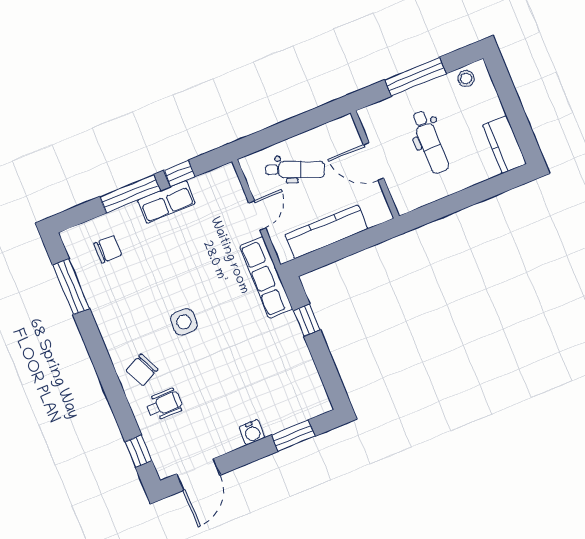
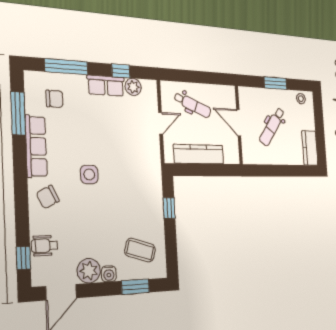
window: (415, 77) -> (275, 83), width x0.69
dental chair: (430, 142) -> (272, 127), turned 36
plant: (203, 186) -> (133, 87), added
window: (130, 194) -> (66, 67), moved
row of seats: (266, 277) -> (36, 146), moved, turned 180
coffee table: (284, 388) -> (140, 250), added
wheelchair: (164, 404) -> (44, 246), moved, turned 180
plant: (225, 438) -> (89, 271), added

